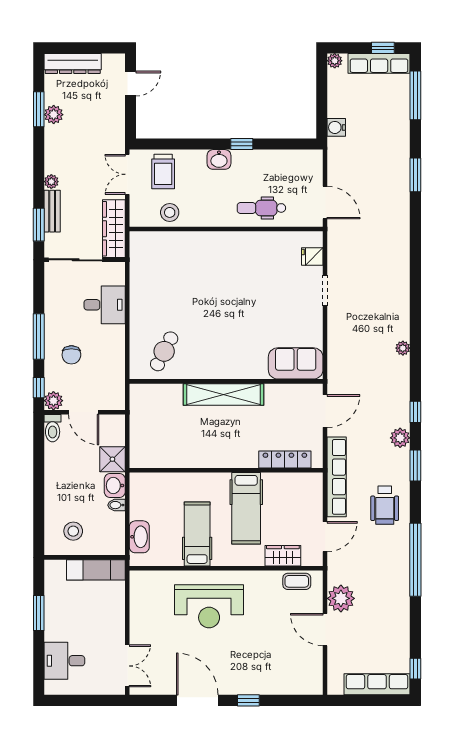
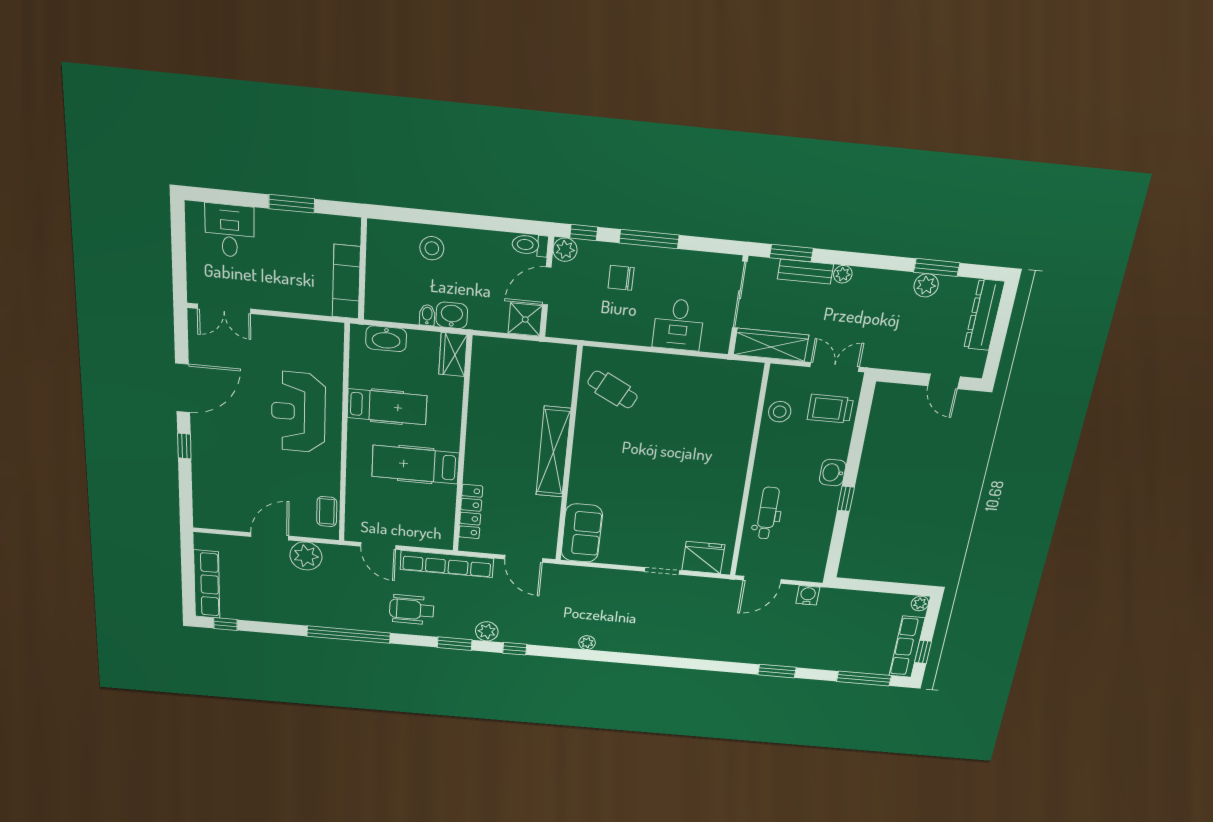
water cooler: (336, 127) -> (808, 595), moved
fridge: (312, 257) -> (703, 558), width x1.88, depth x1.34
shower: (112, 459) -> (525, 319), moved
stool: (73, 531) -> (432, 248), moved
wardrobe: (283, 556) -> (453, 355), moved, turned 180

